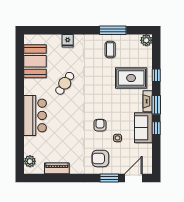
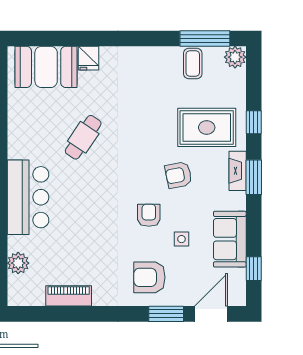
window: (113, 30) -> (205, 38), moved
coffee table: (110, 50) -> (193, 63), moved
booth: (35, 61) -> (46, 67), moved, turned 90
armchair: (116, 104) -> (178, 175), added
sofa: (143, 128) -> (230, 239), moved
window: (156, 128) -> (254, 269), moved
plant: (30, 161) -> (18, 263), moved

